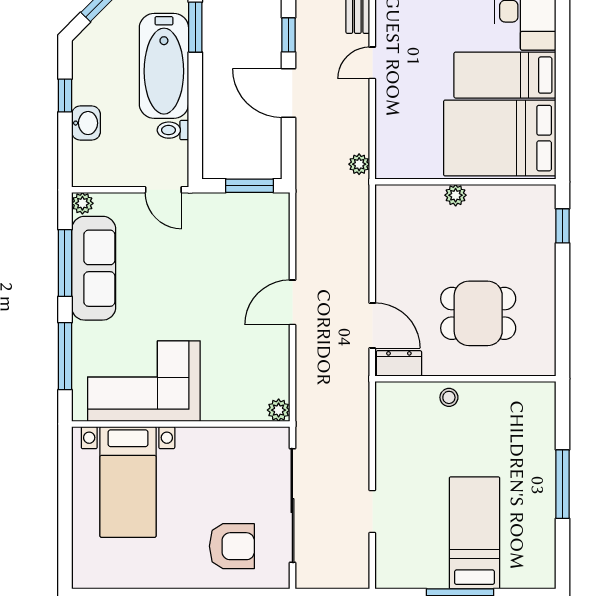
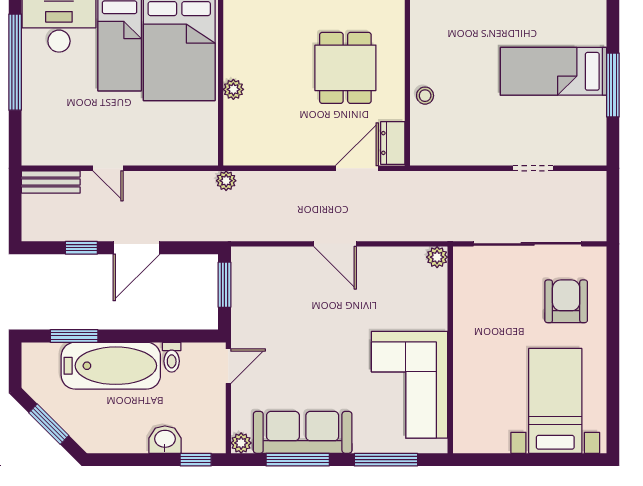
window: (65, 96) -> (196, 460), moved
plant: (359, 164) -> (226, 181), moved
bed with nightstands: (128, 482) -> (555, 401), moved, turned -90

